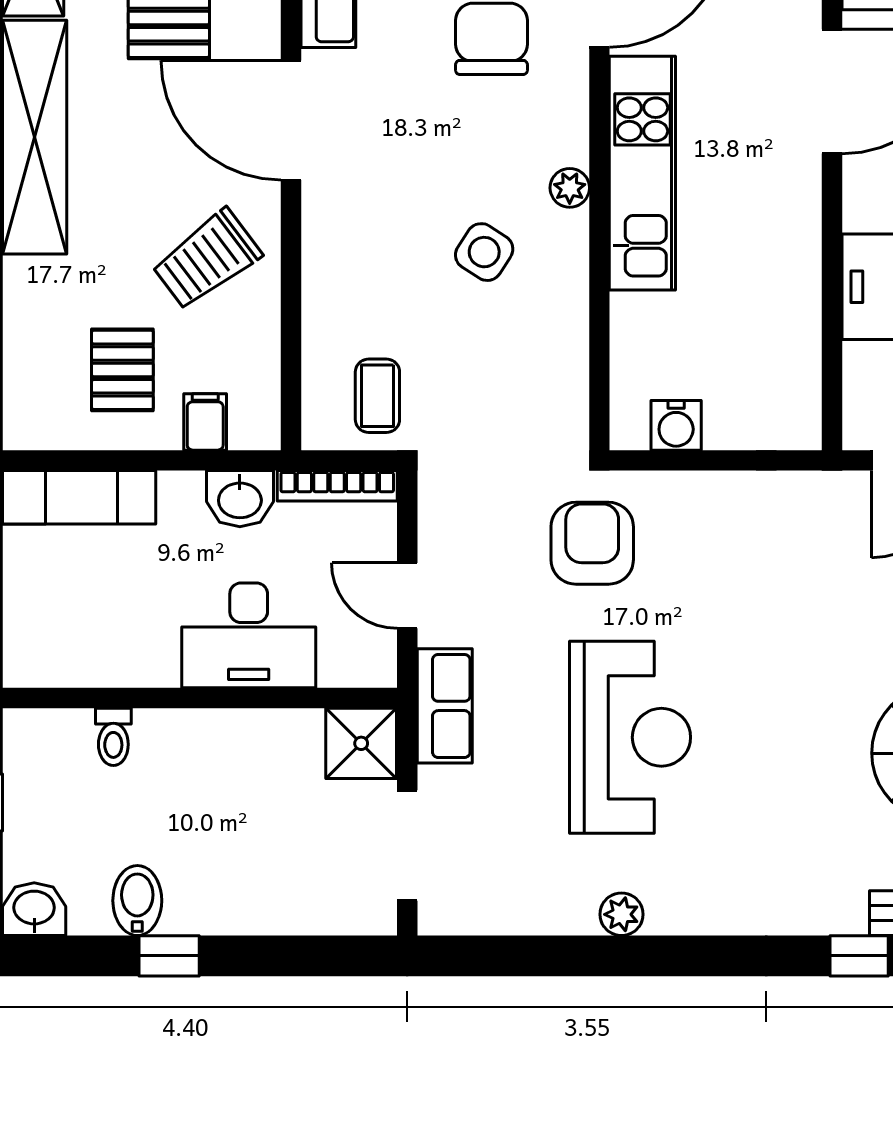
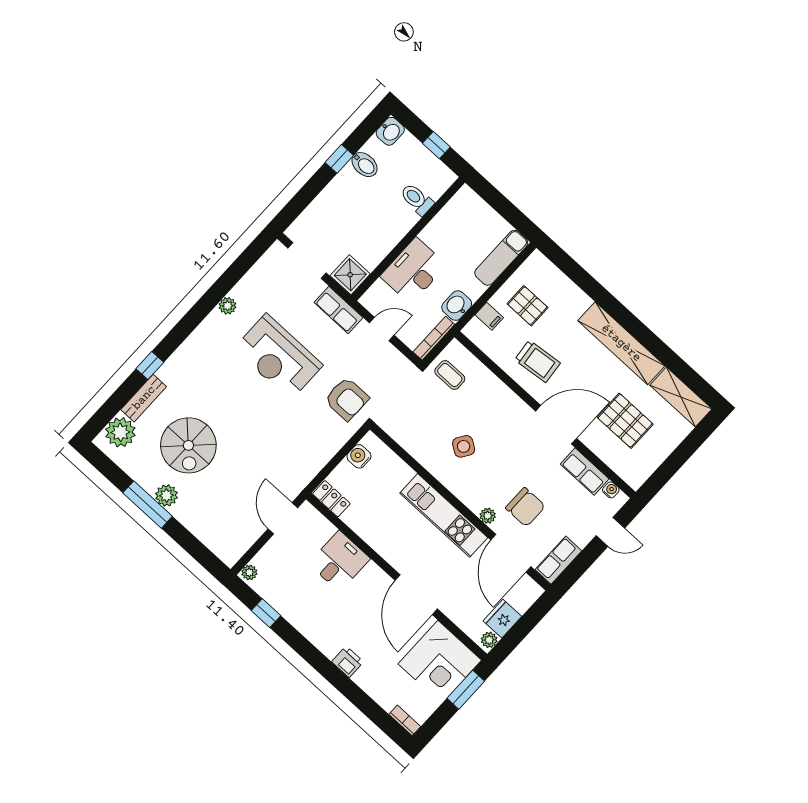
plant: (570, 188) -> (488, 516), moved
trolley: (207, 259) -> (537, 361), turned 121
locker: (799, 405) -> (331, 499), added
toilet: (113, 737) -> (417, 199), width x1.37, depth x1.39

